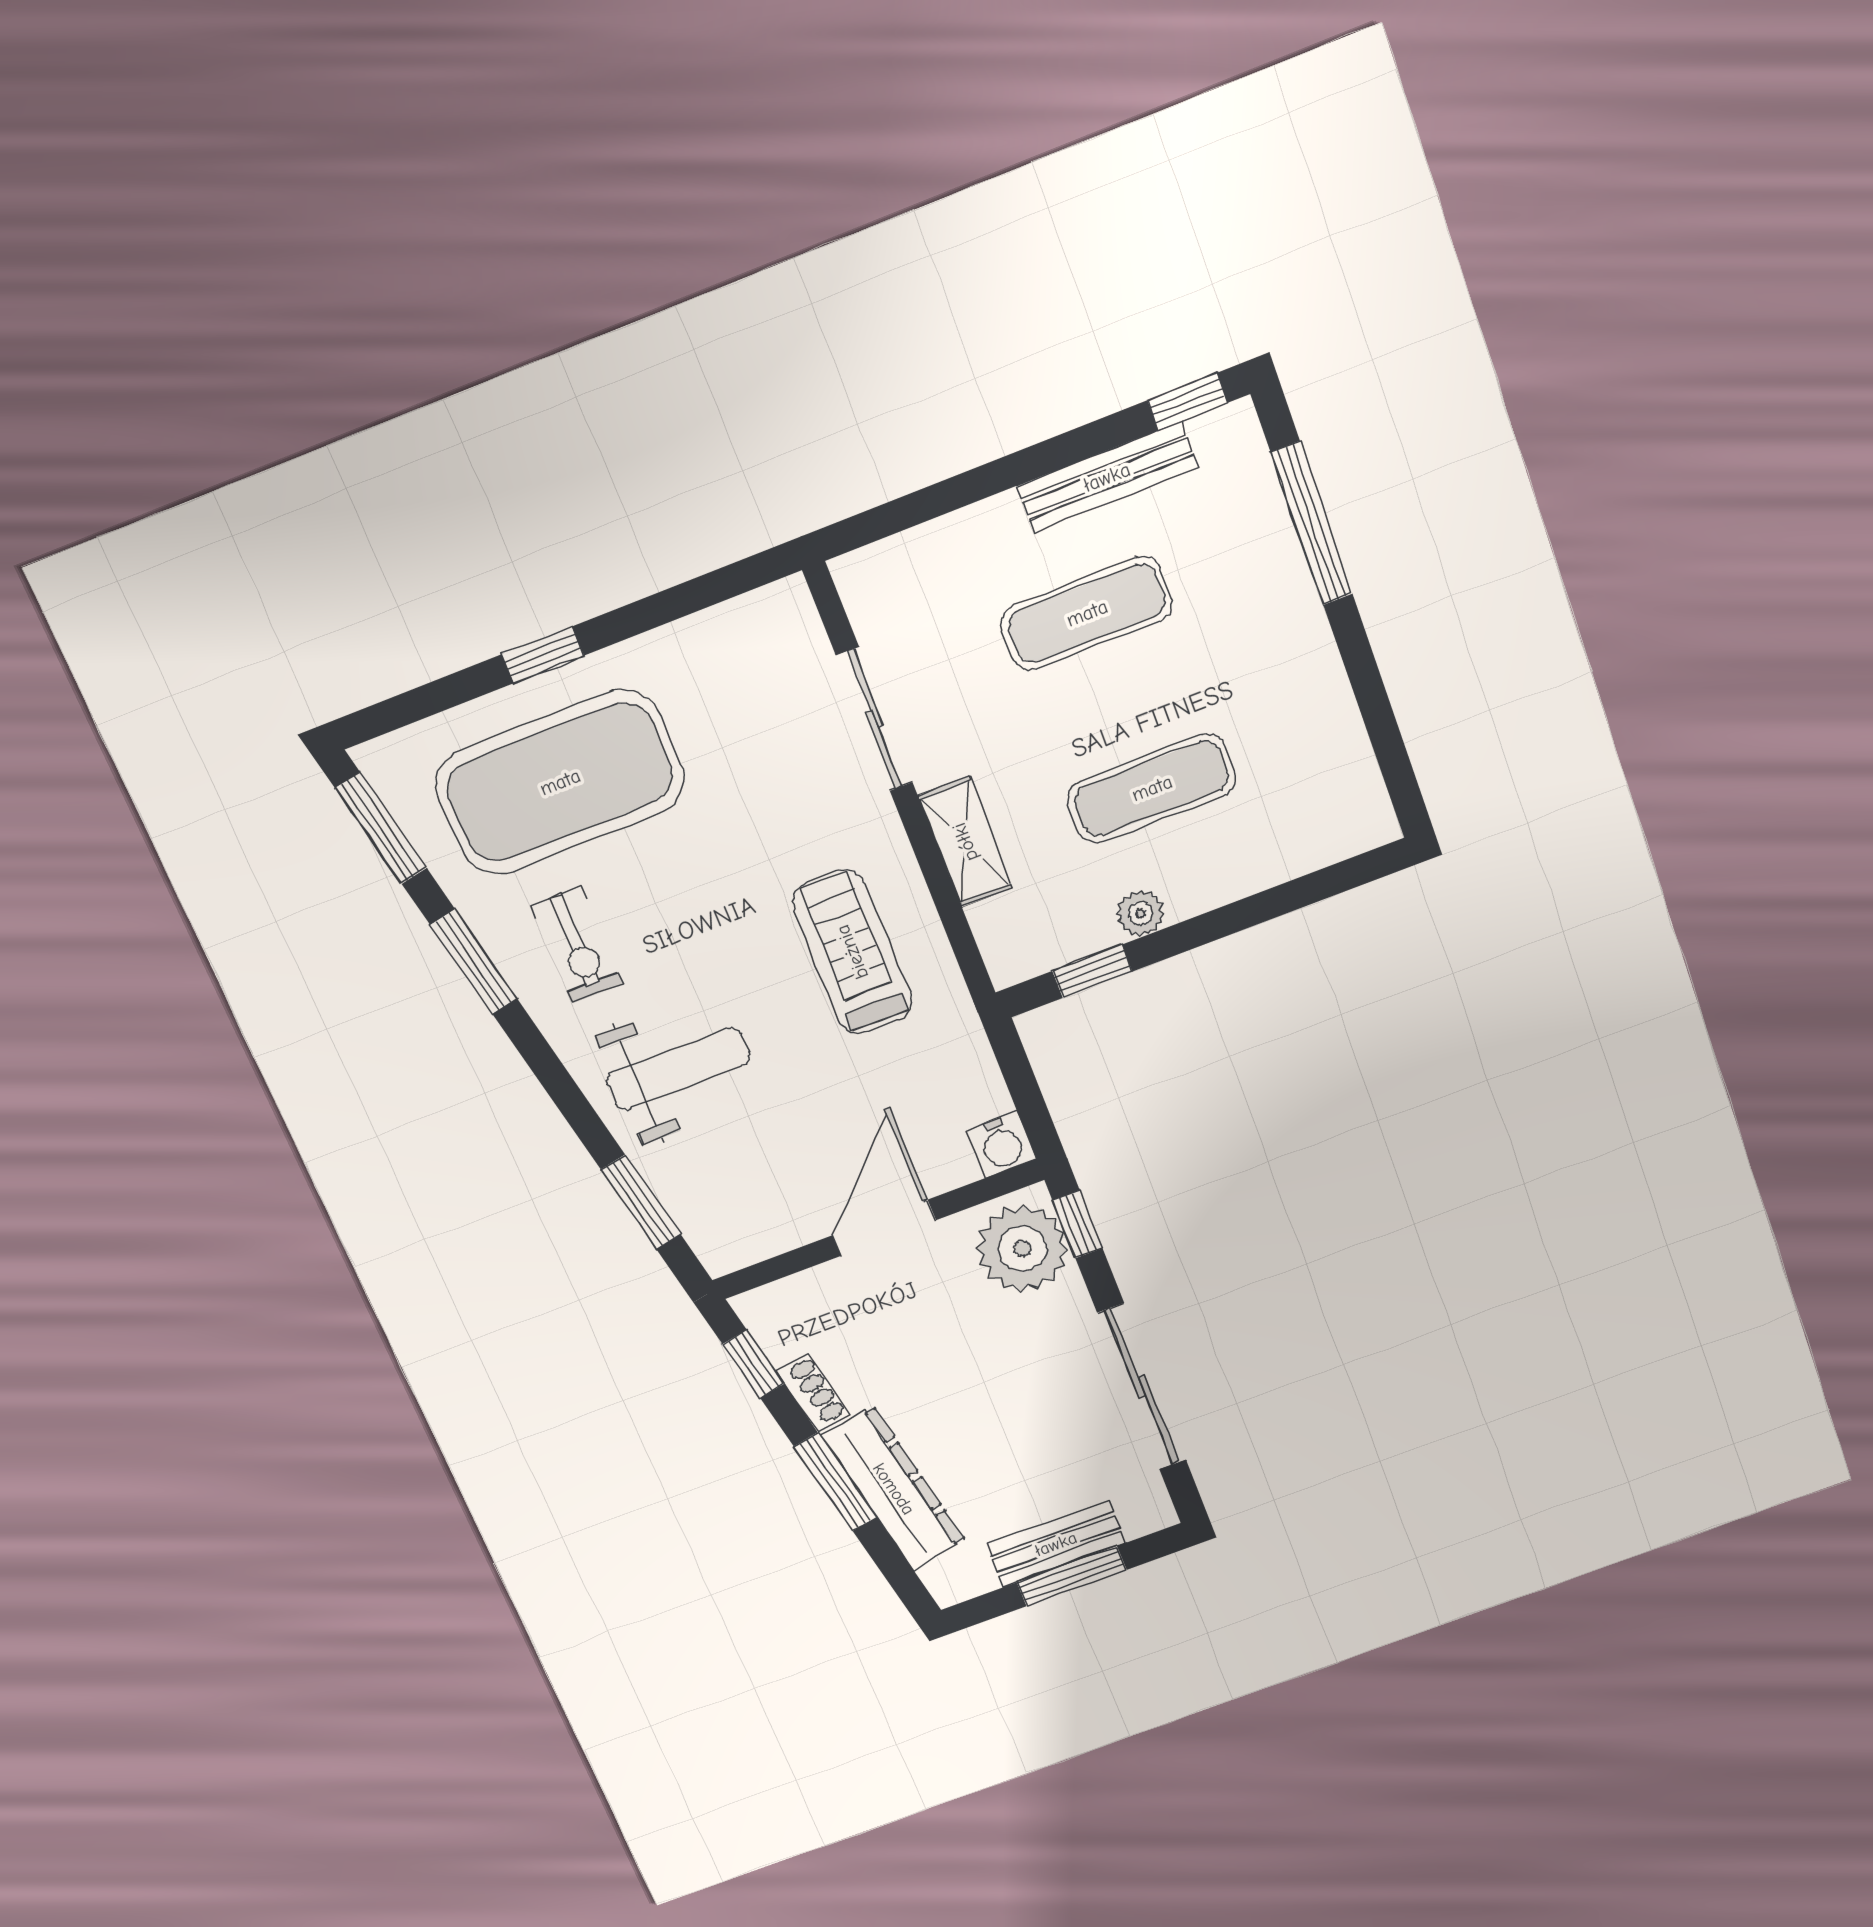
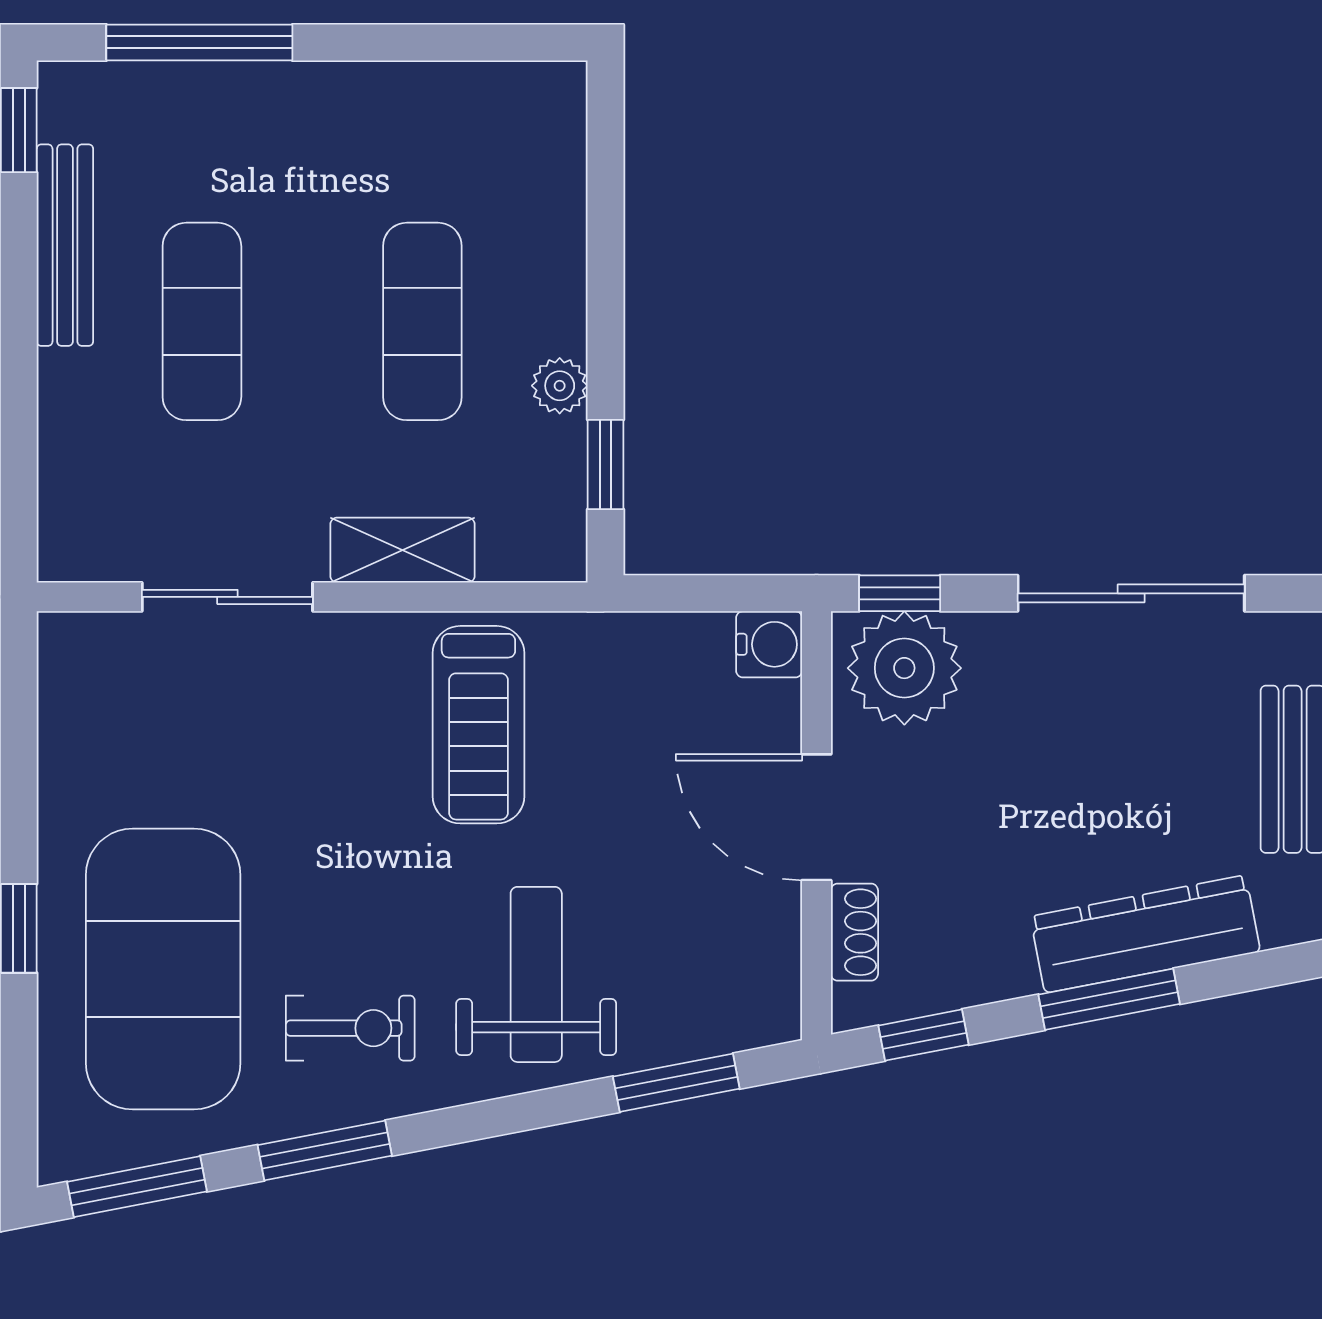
treadmill: (852, 952) -> (478, 725), turned -90
shoe rack: (813, 1393) -> (854, 932), moved, turned 101

